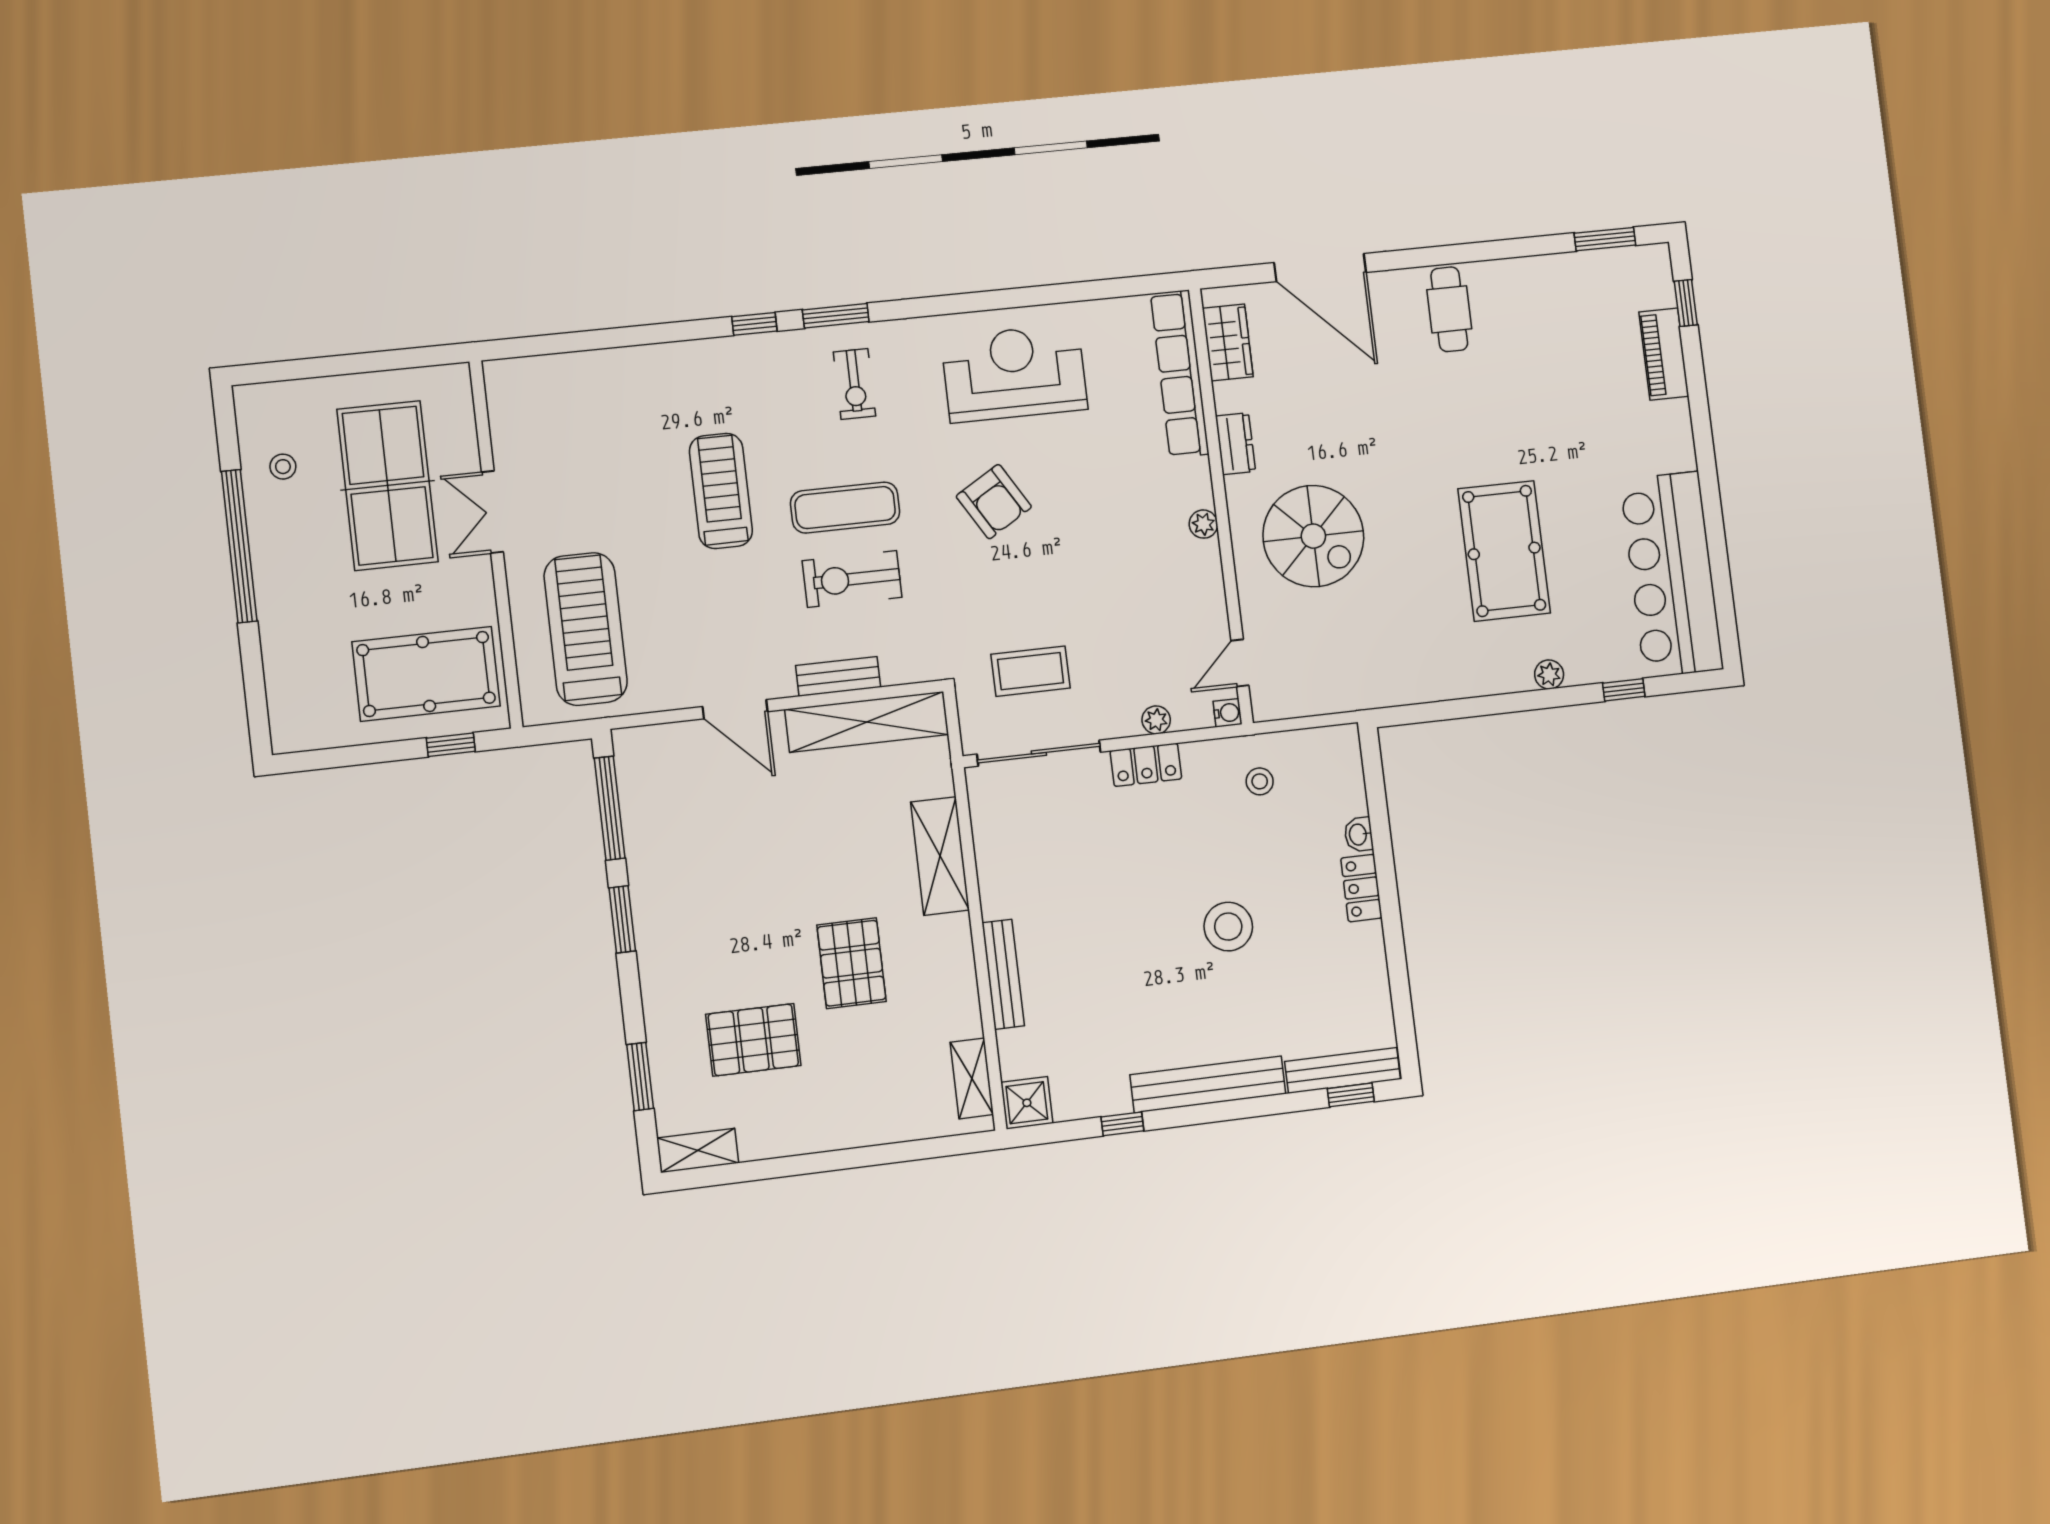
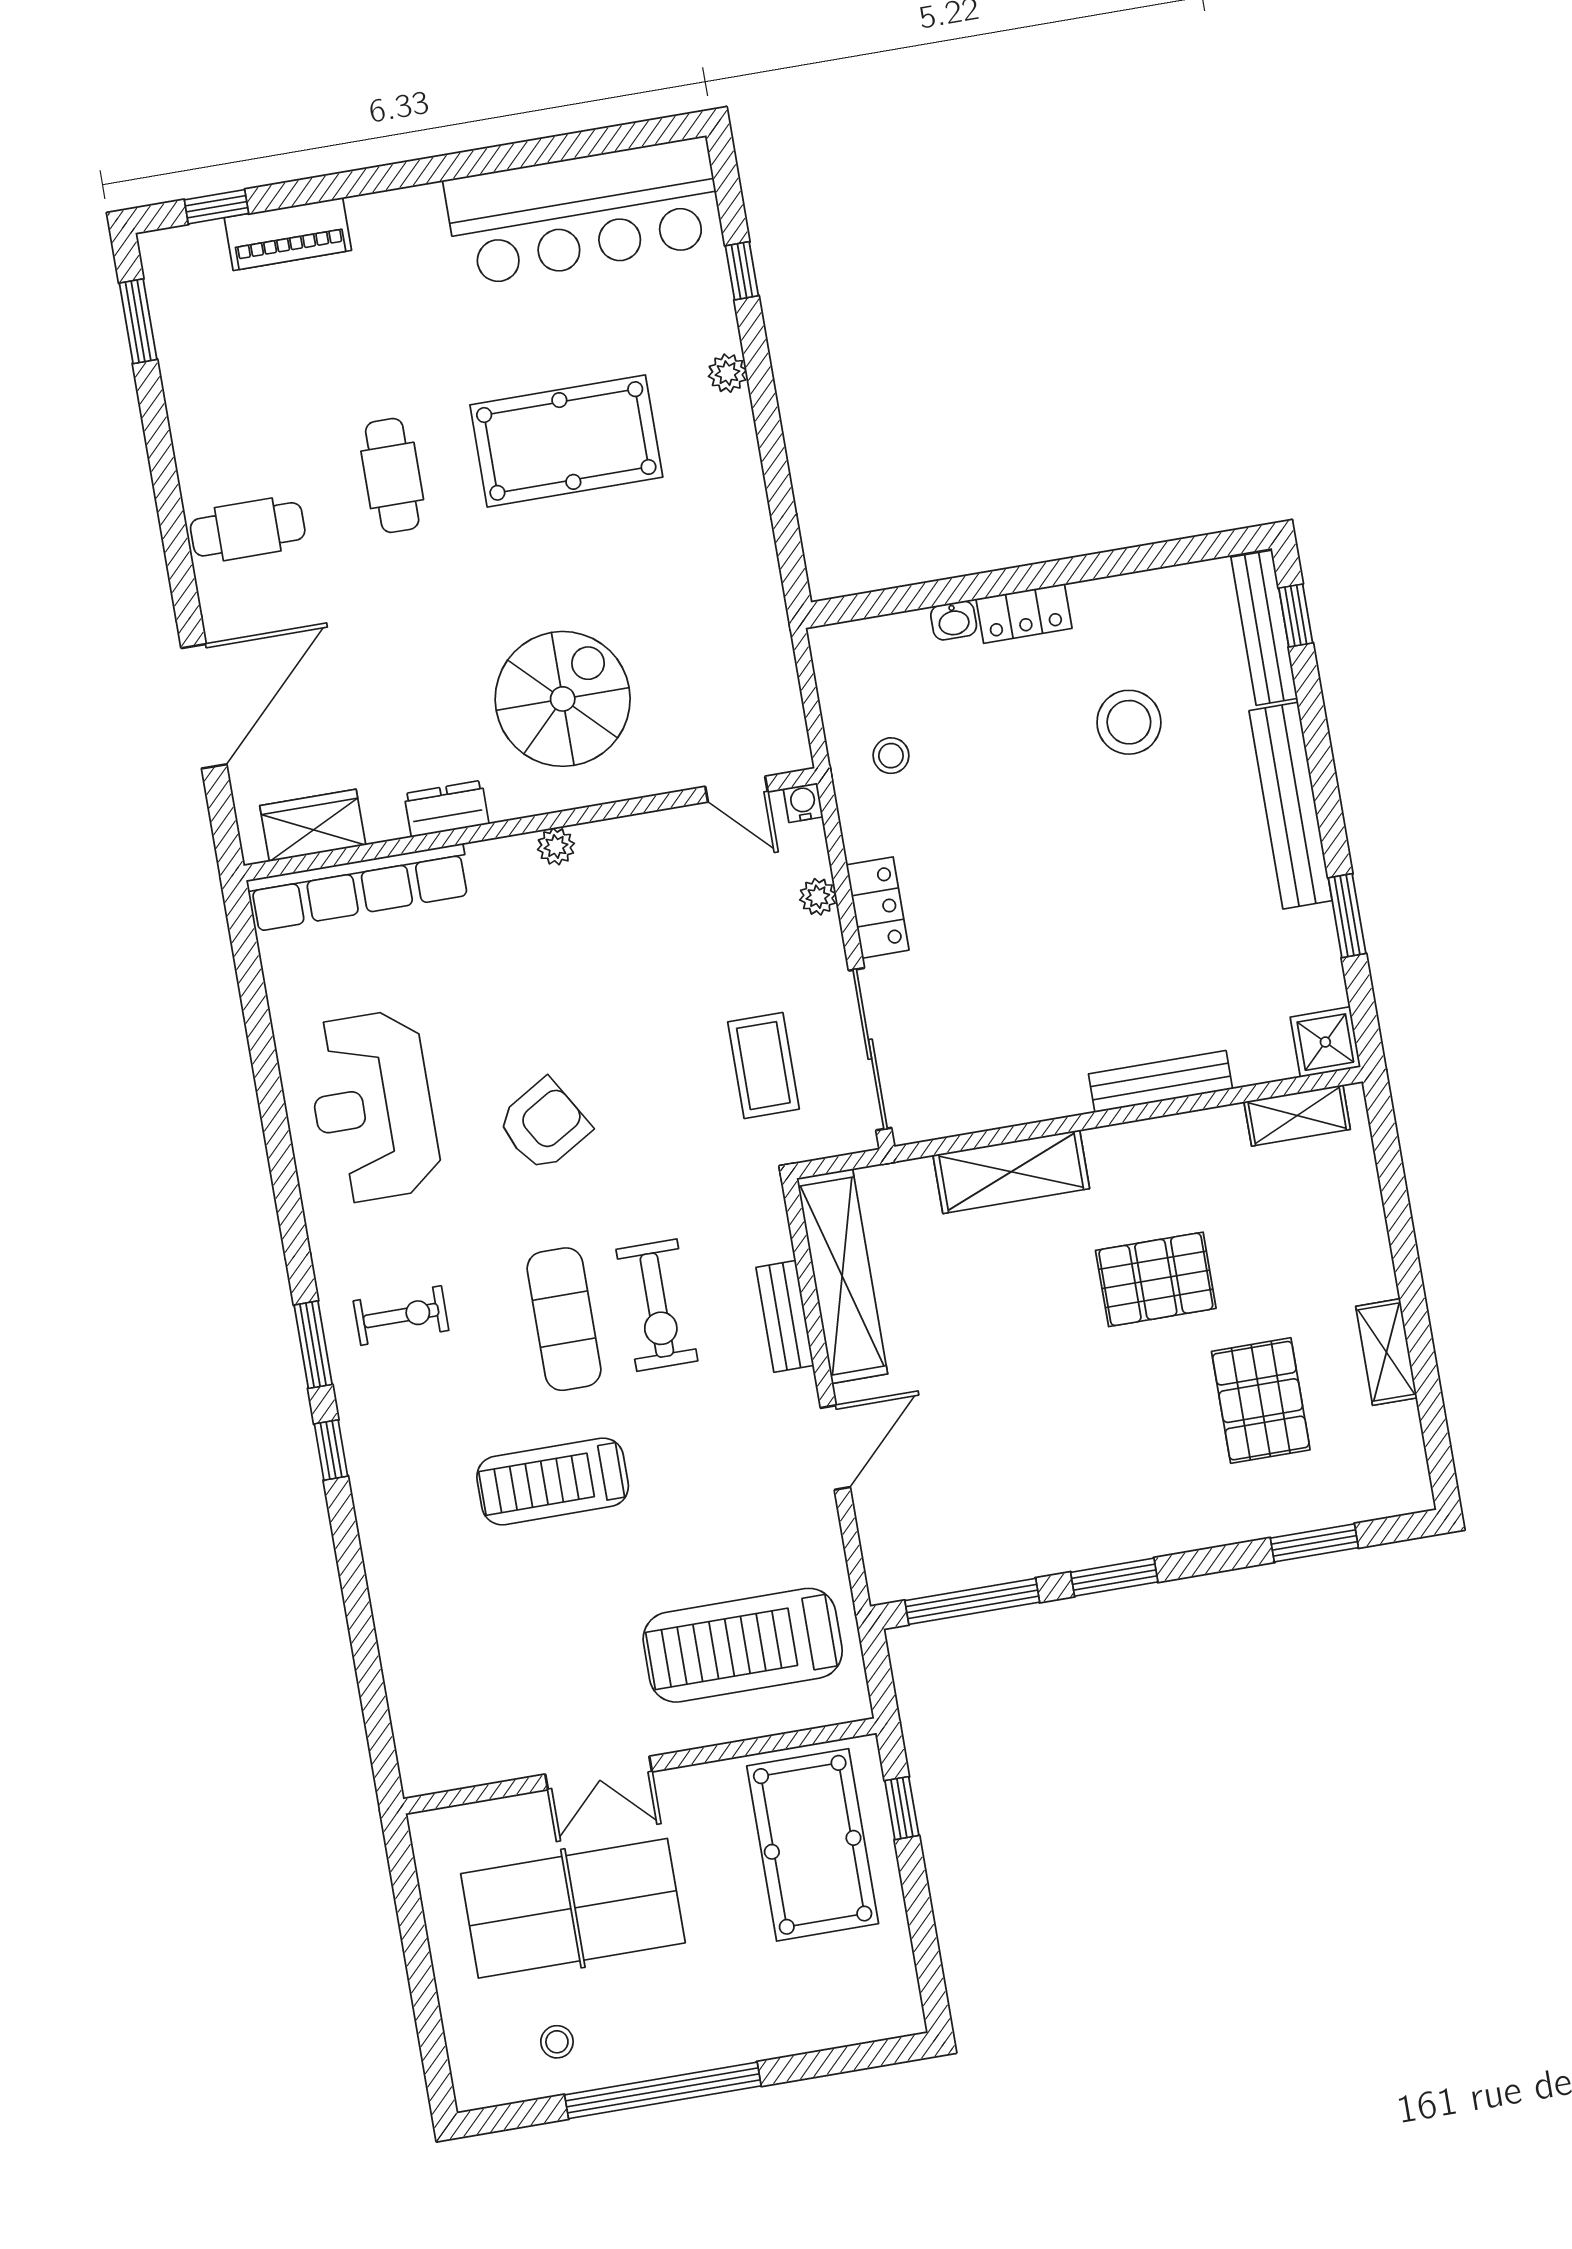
cafe table: (1484, 419) -> (392, 475), added
stool: (1228, 927) -> (1129, 722), moved
window: (1122, 1124) -> (1347, 916), width x1.50
shelving: (698, 1150) -> (1386, 1352), moved

